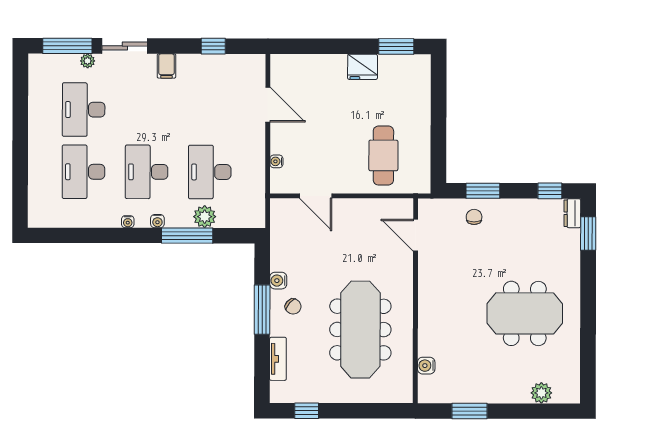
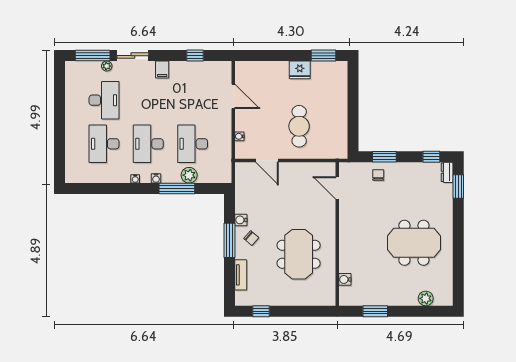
desk: (84, 110) -> (104, 100), turned 180
cafe table: (383, 155) -> (299, 126), moved
meeting table: (360, 330) -> (299, 254), width x0.73

